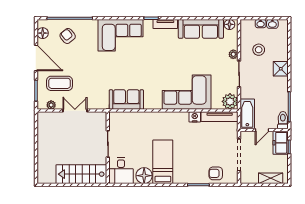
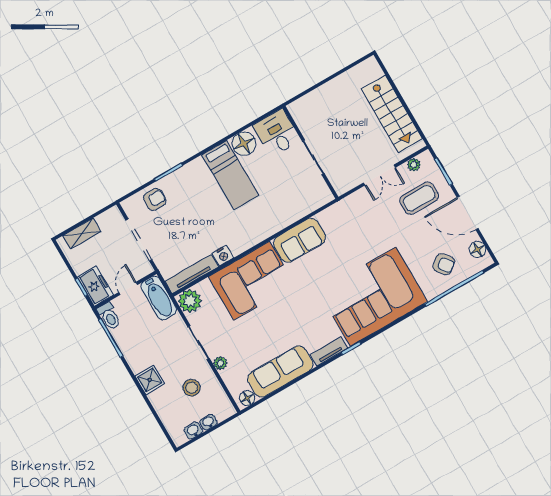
corner sofa: (120, 35) -> (373, 297), width x1.36, depth x1.36
sofa: (126, 100) -> (300, 240), moved
stairs: (81, 174) -> (392, 114), moved, turned 90

